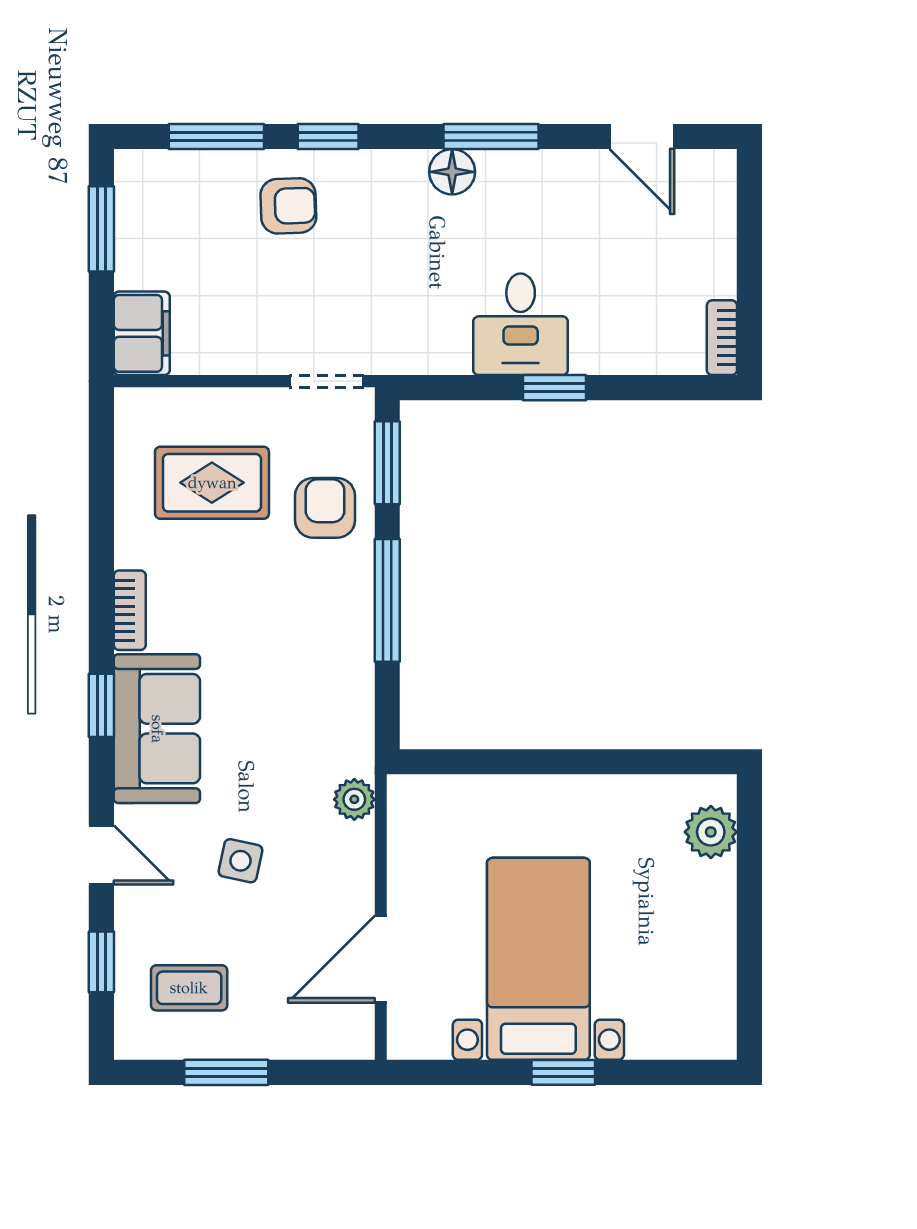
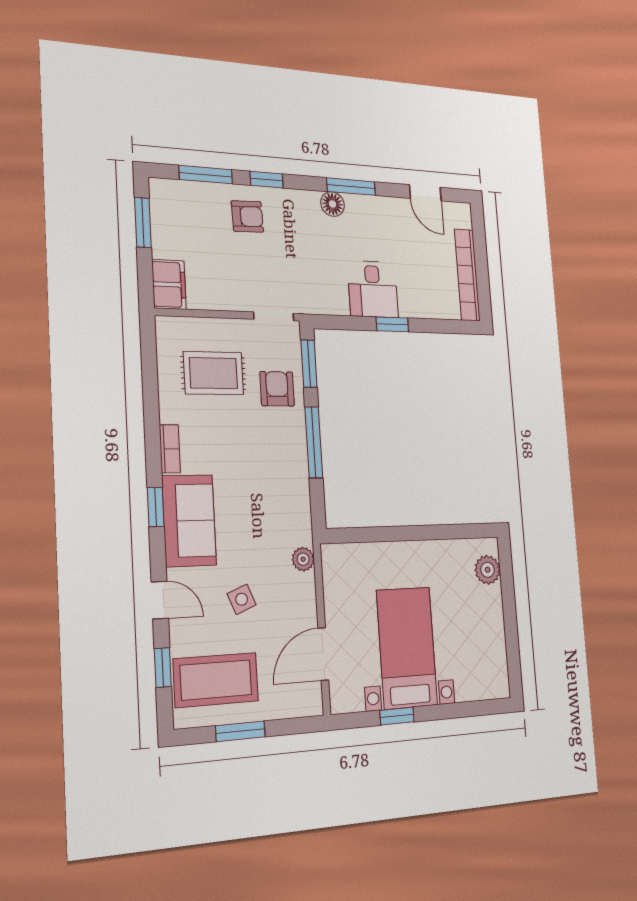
bookcase: (722, 338) -> (467, 275), width x2.31, depth x1.31
side table: (240, 861) -> (242, 599), turned -34
coffee table: (189, 988) -> (216, 680), width x1.86, depth x1.72
window: (563, 1072) -> (397, 716), moved

